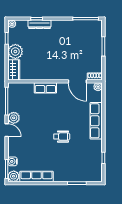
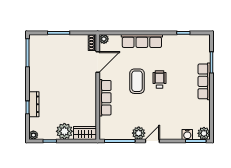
row of seats: (45, 88) -> (105, 98), width x1.48
coffee table: (60, 116) -> (137, 81), added
row of seats: (37, 176) -> (204, 81), moved

